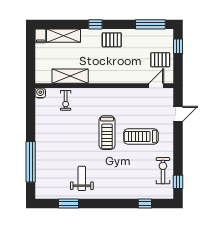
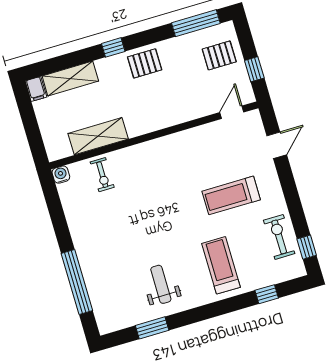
window: (178, 46) -> (254, 69), moved
pallet: (160, 60) -> (219, 55), moved
treadmill: (107, 133) -> (221, 265), moved, turned 180

